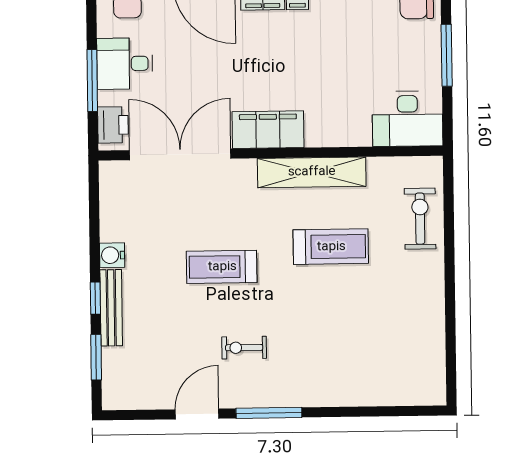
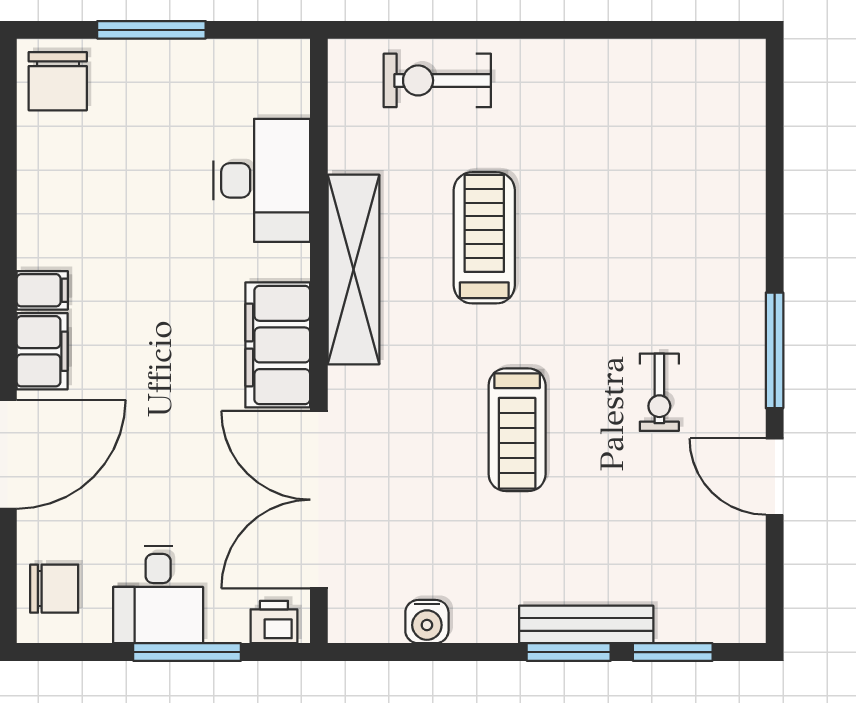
desk: (407, 119) -> (262, 180), moved
printer: (113, 125) -> (274, 622), width x0.73, depth x0.81
water cooler: (112, 255) -> (427, 622), moved
window: (95, 298) -> (569, 652), width x1.50

